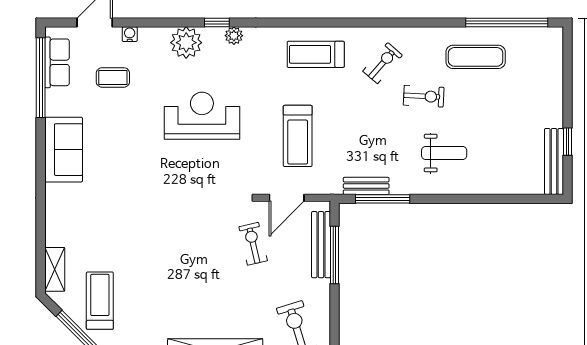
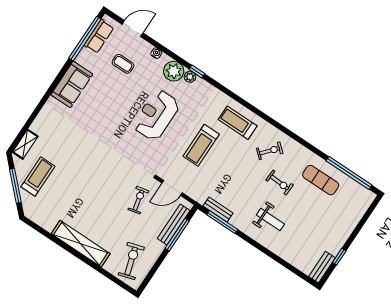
water cooler: (130, 34) -> (156, 53), moved
plant: (234, 36) -> (190, 77), moved
reception desk: (202, 116) -> (156, 115), turned -90
treadmill: (298, 136) -> (201, 145), moved
bench: (554, 161) -> (322, 267), width x0.73

